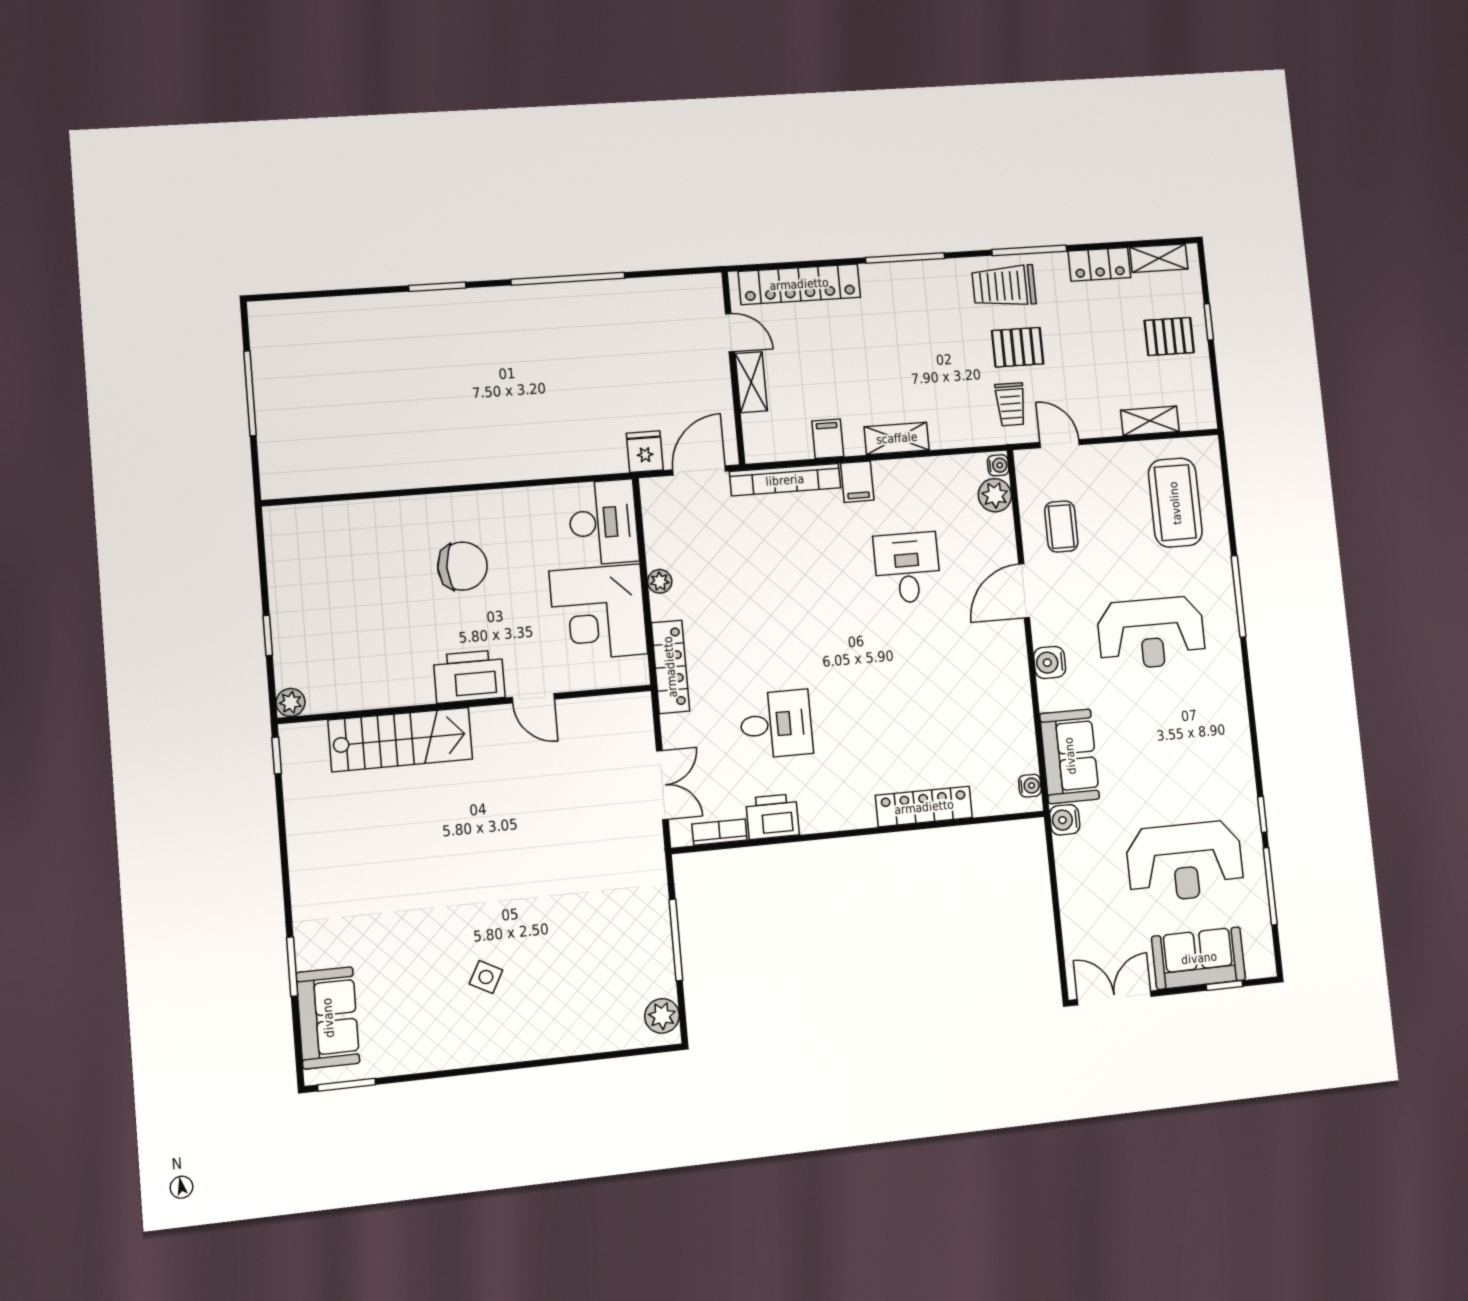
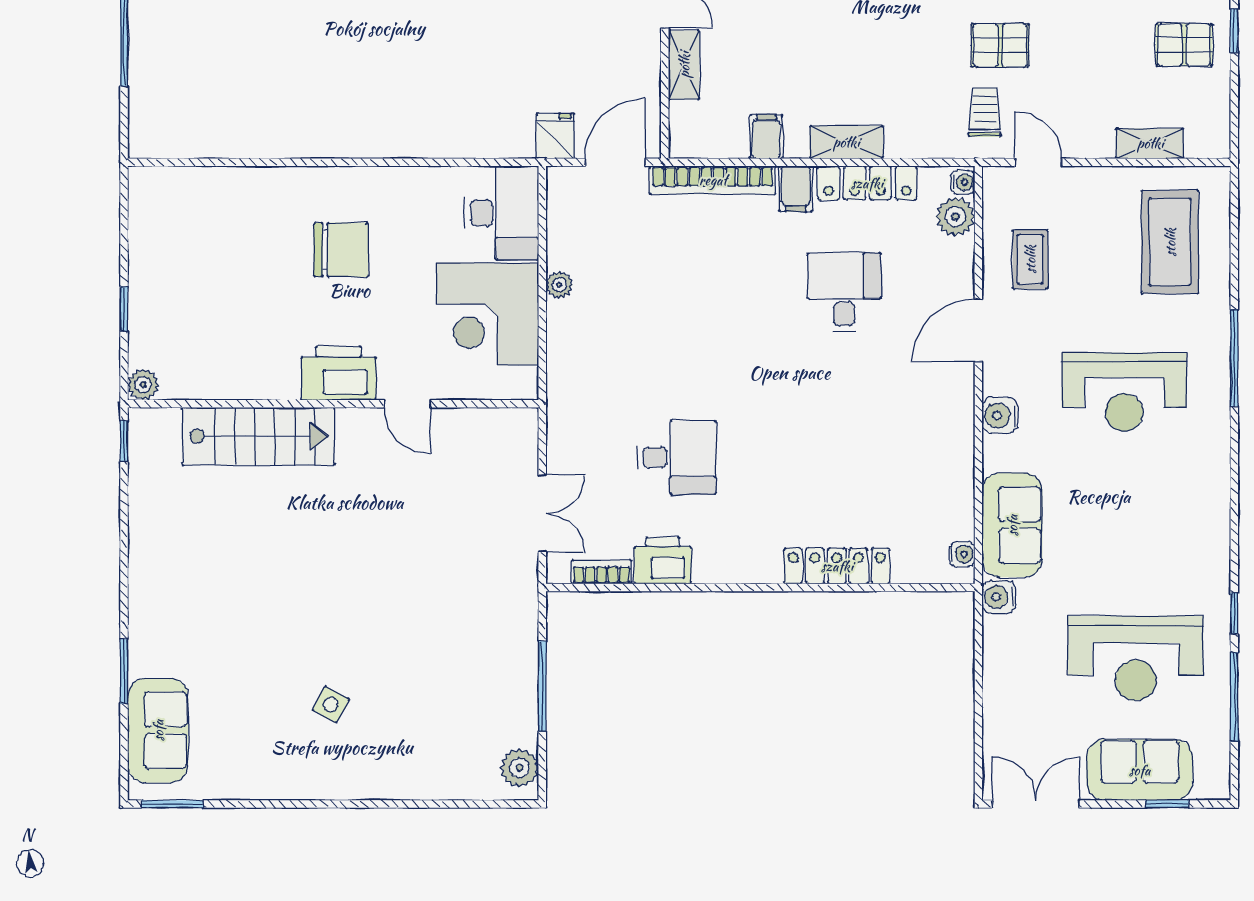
trolley: (1011, 404) -> (985, 112), turned 180
locker: (670, 667) -> (867, 183), moved, turned 90

